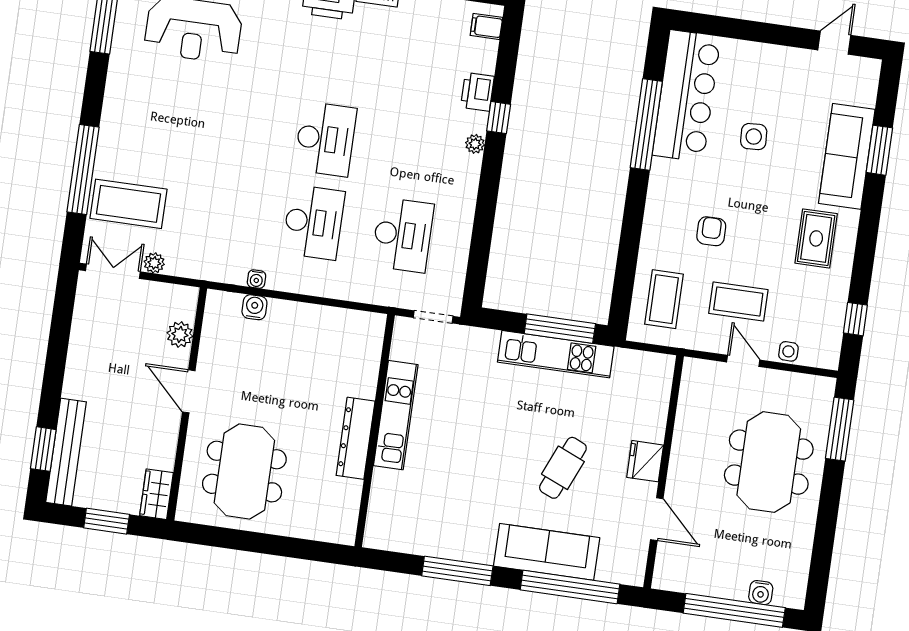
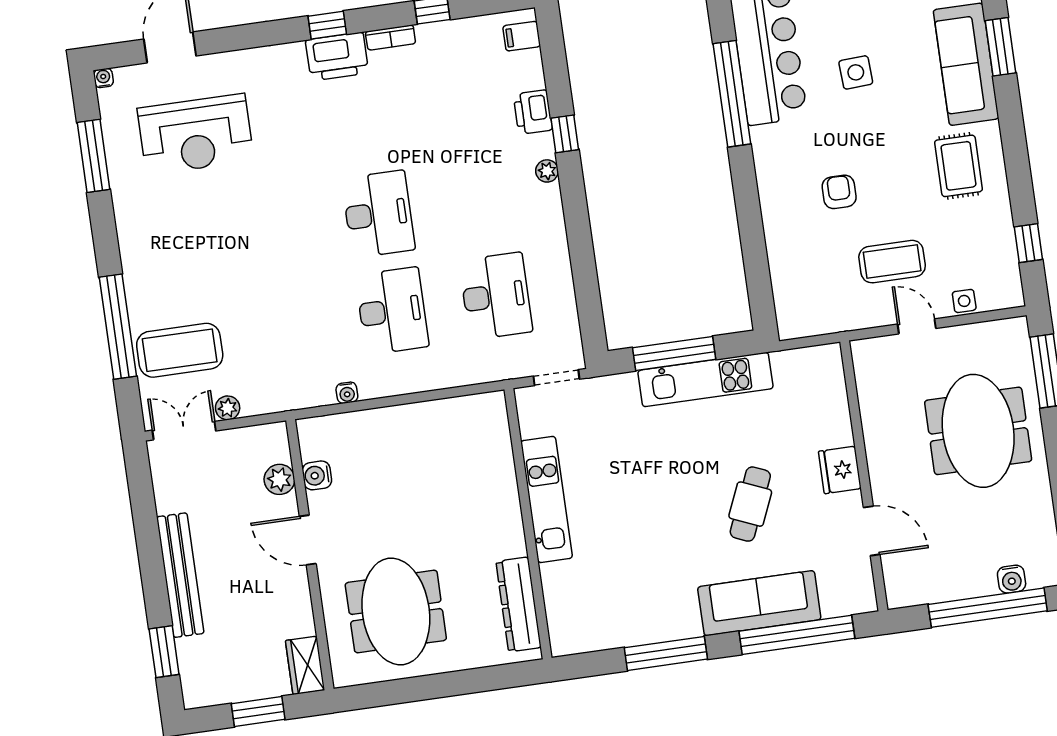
coffee table: (664, 299) -> (808, 283), removed
water cooler: (254, 307) -> (317, 475), moved, turned -90
window: (560, 329) -> (674, 354), moved
dresser: (356, 438) -> (519, 604), moved
bench: (66, 452) -> (180, 575), moved

